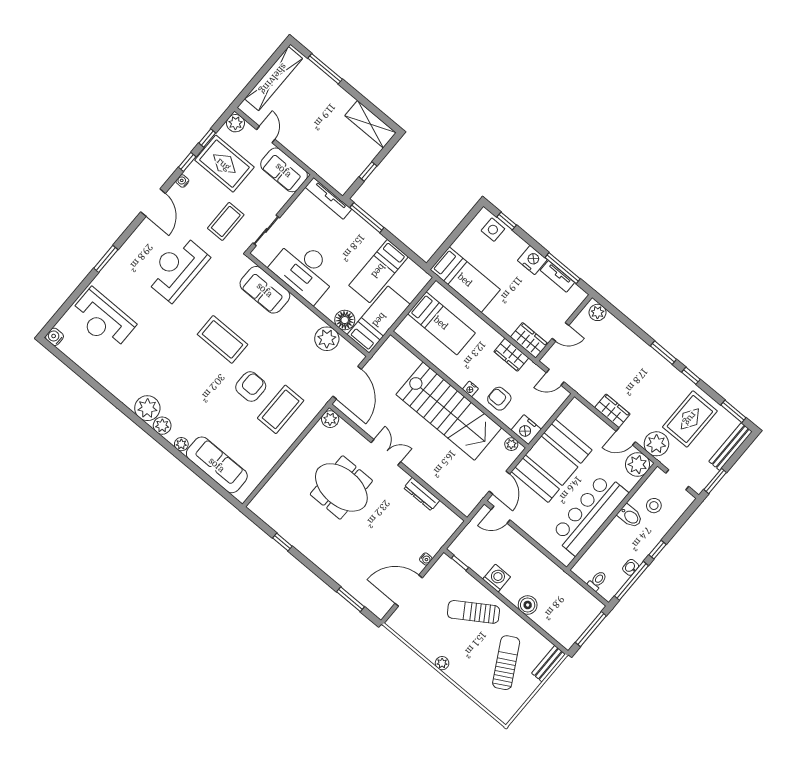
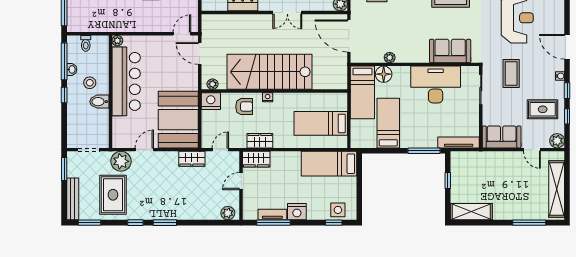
rug: (224, 164) -> (543, 109), width x0.73, depth x0.70
plant: (327, 339) -> (390, 58), width x0.53, depth x0.53
wardrobe: (612, 411) -> (192, 159), moved
booth: (552, 461) -> (178, 120), moved
plant: (638, 465) -> (117, 41), moved, width x0.53, depth x0.53
stool: (654, 506) -> (90, 83), moved

